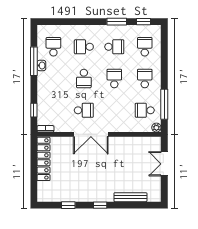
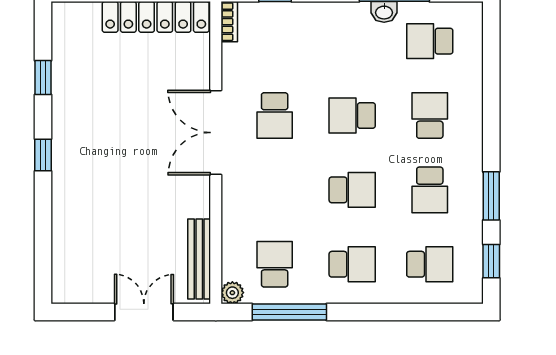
school desk: (53, 47) -> (430, 41), turned 180
bench: (130, 197) -> (199, 259), moved

